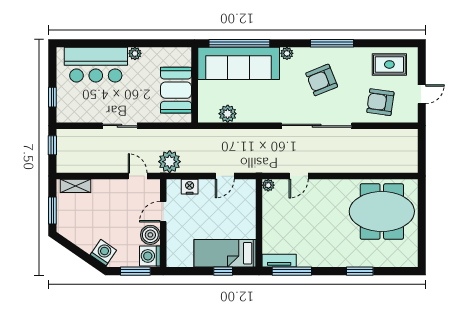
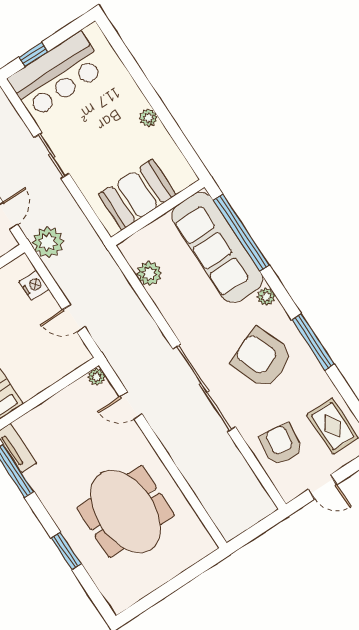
bar counter: (96, 65) -> (57, 75), moved, turned -90
armchair: (322, 80) -> (262, 358), width x1.36, depth x1.36
meeting table: (382, 211) -> (126, 512), moved

